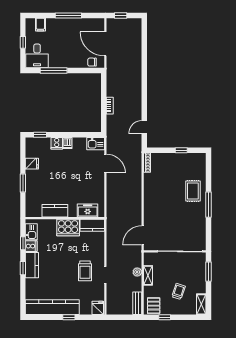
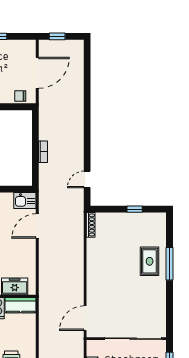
door: (105, 44) -> (37, 73), swing flipped
door: (105, 163) -> (37, 226), swing flipped
window: (208, 205) -> (170, 264), moved

